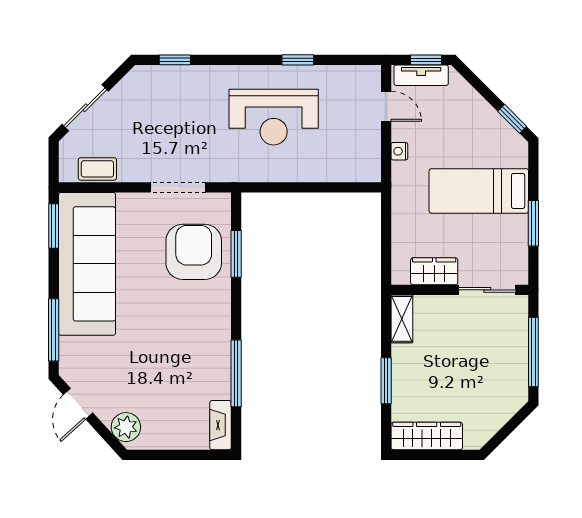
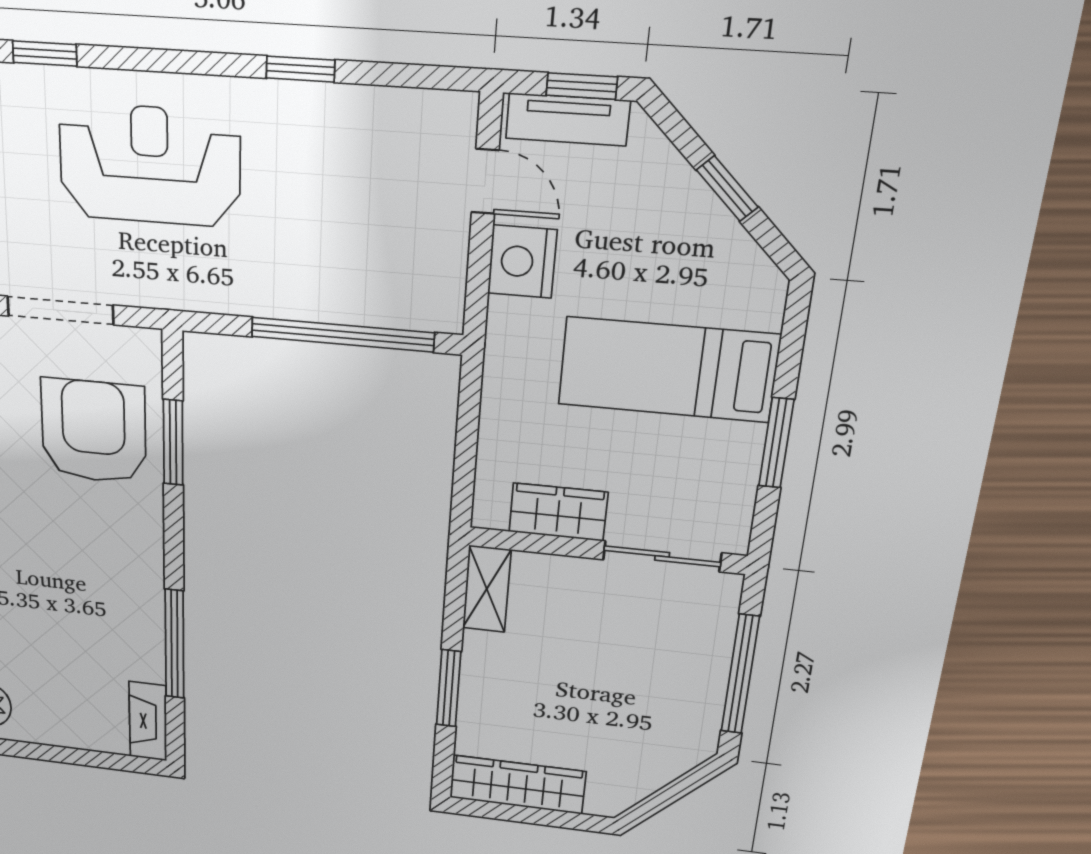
reception desk: (274, 117) -> (150, 165), moved, turned 180
window: (512, 119) -> (727, 189), moved
nightstand: (399, 151) -> (522, 262), width x1.89, depth x1.79
window: (322, 187) -> (342, 335), added

